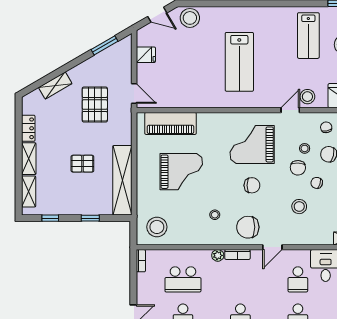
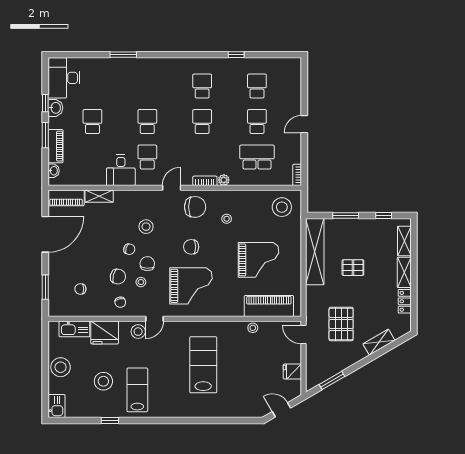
stool: (190, 18) -> (253, 328), moved, width x0.53, depth x0.53
grand piano: (181, 172) -> (259, 260), turned 180
window: (90, 218) -> (346, 216), width x1.50

